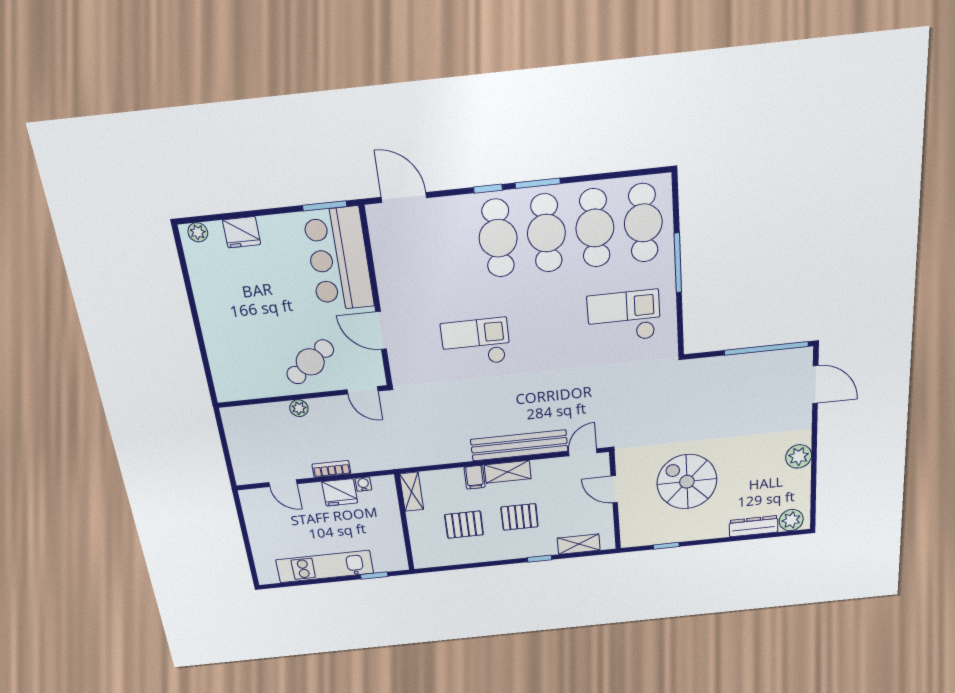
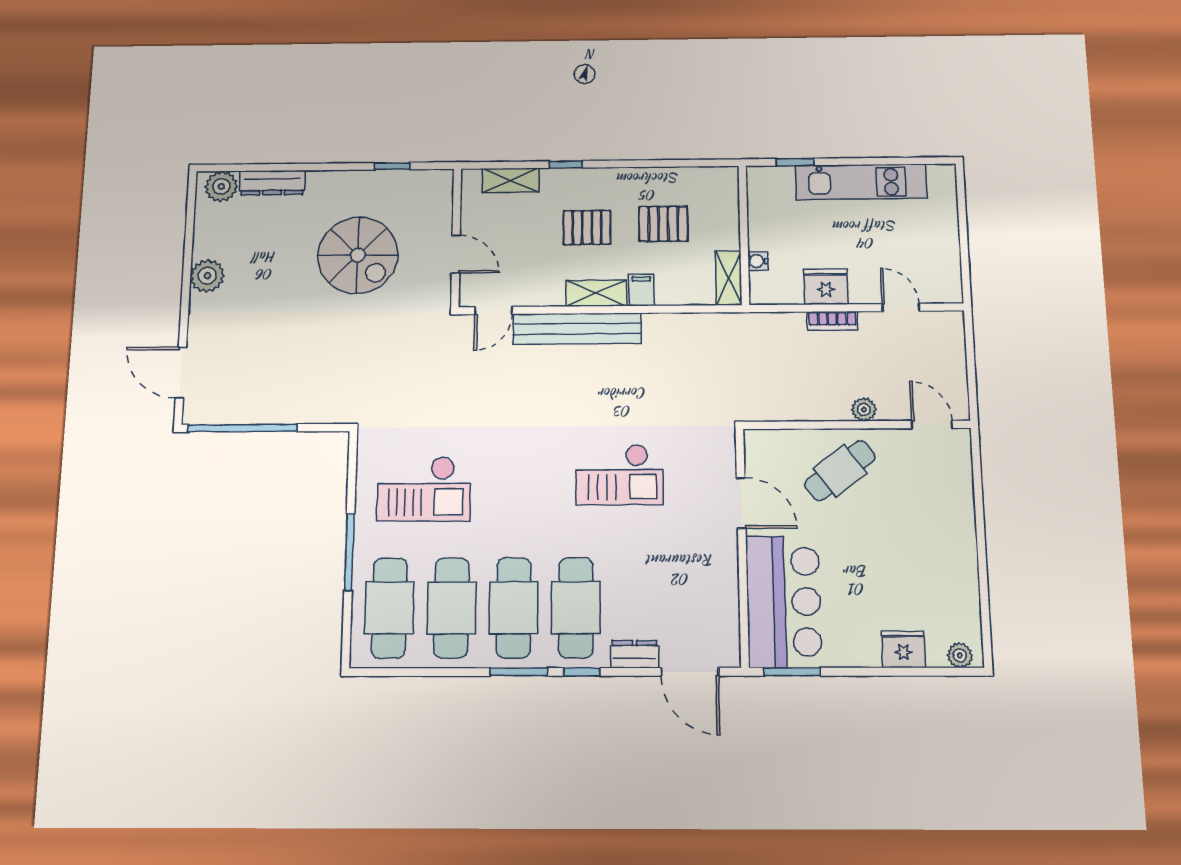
dresser: (449, 207) -> (635, 654), added
door: (363, 390) -> (932, 424), moved
water cooler: (363, 484) -> (758, 261), moved, turned 90

